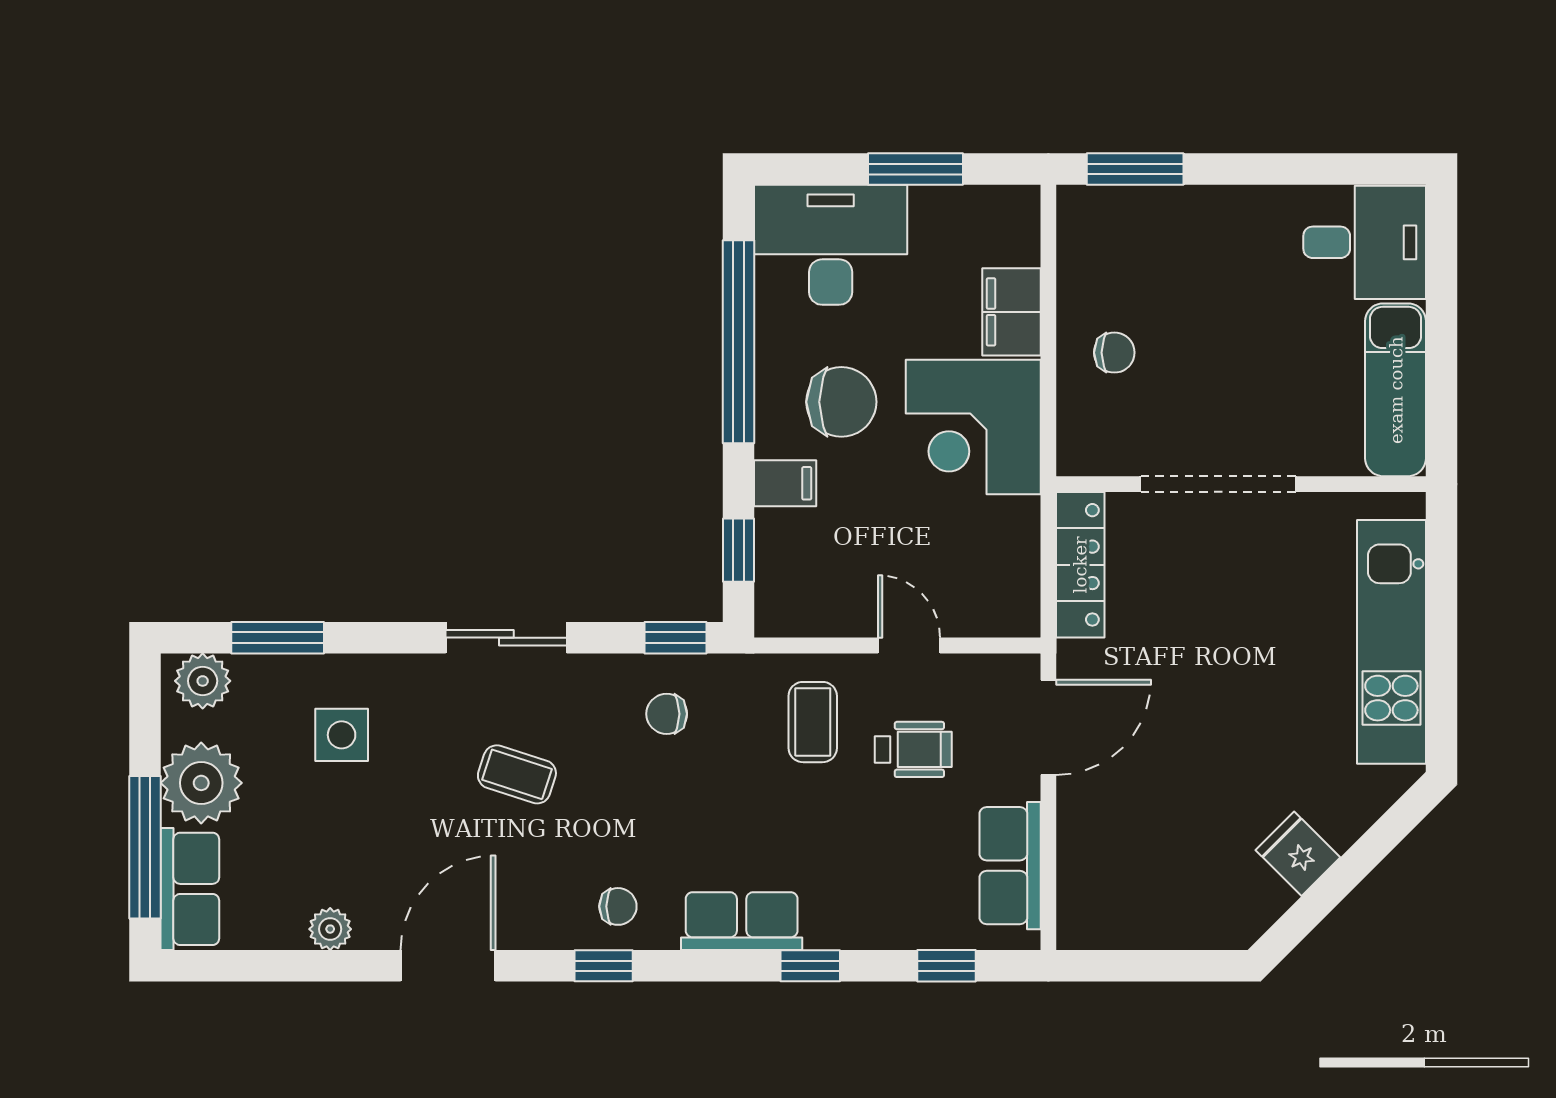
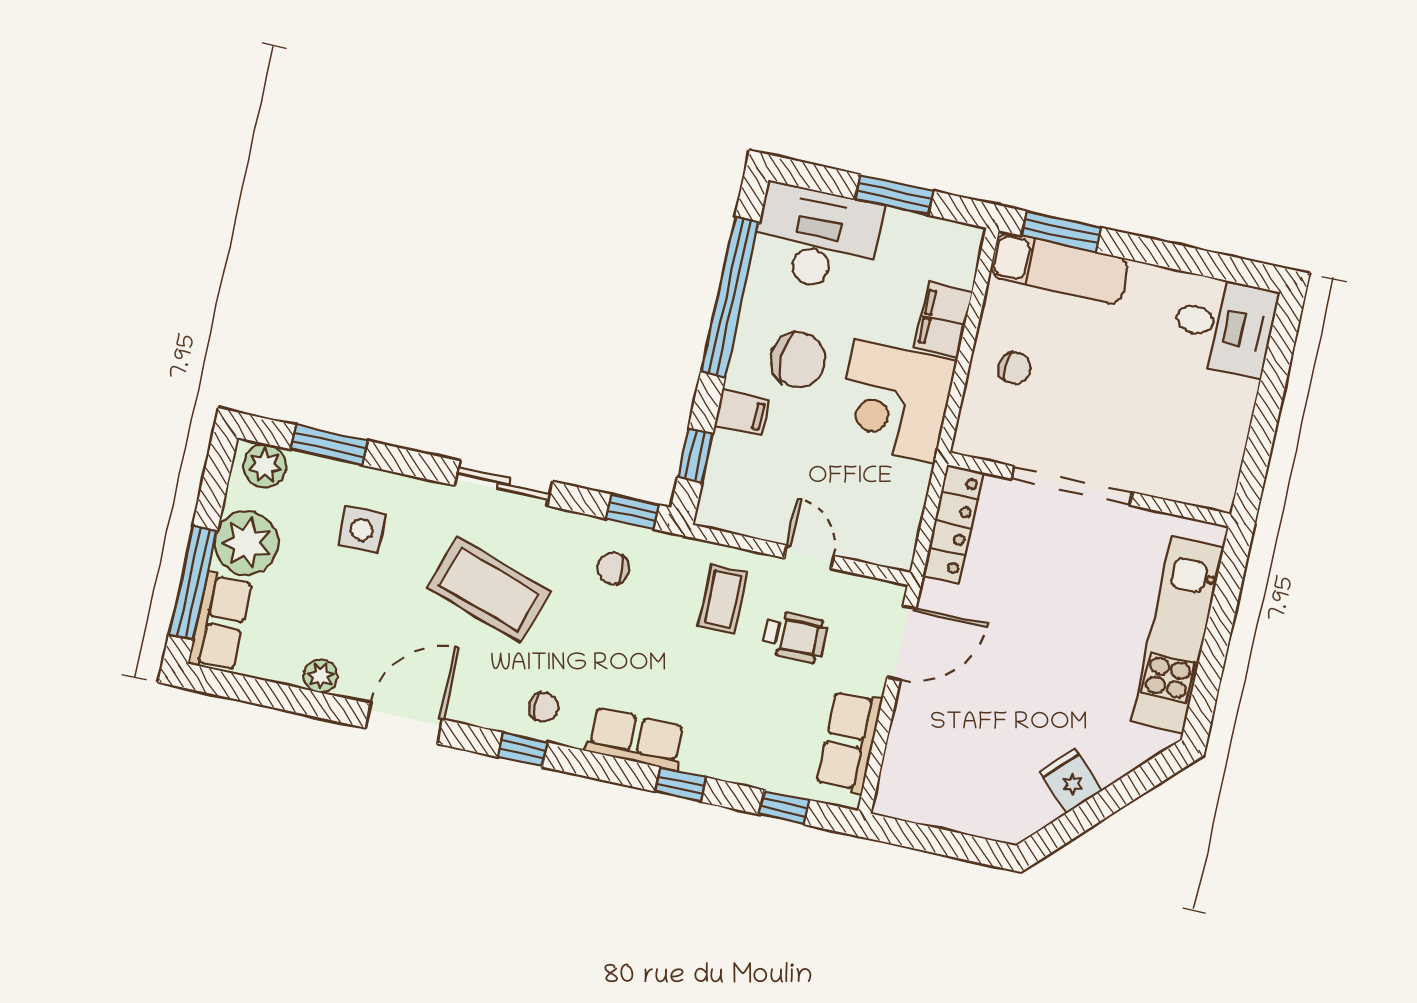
exam couch: (1396, 390) -> (1059, 268), moved, turned -90
coffee table: (517, 774) -> (489, 589), width x1.86, depth x1.72

